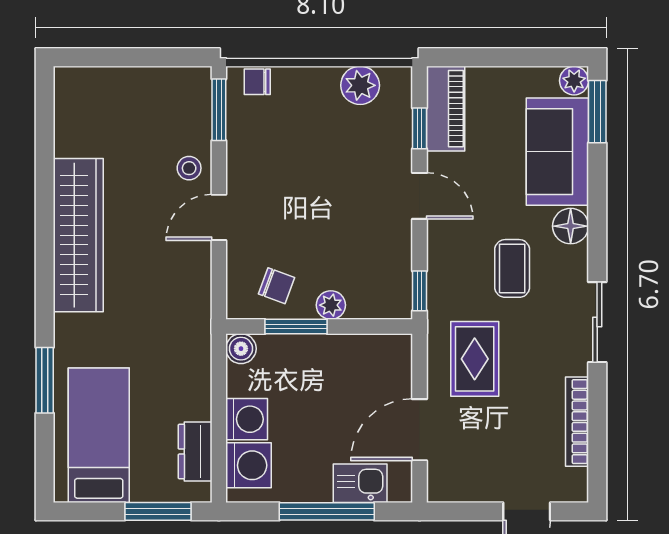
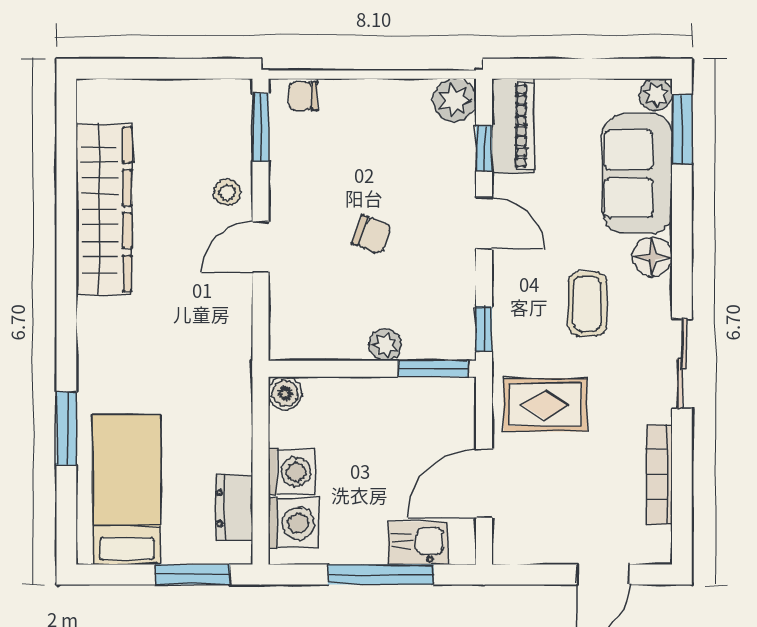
plant: (360, 85) -> (455, 100), moved
wardrobe: (78, 235) -> (104, 209), moved
chair: (276, 286) -> (372, 235), moved
window: (296, 327) -> (433, 369), moved
rug: (475, 359) -> (545, 405), turned 90

